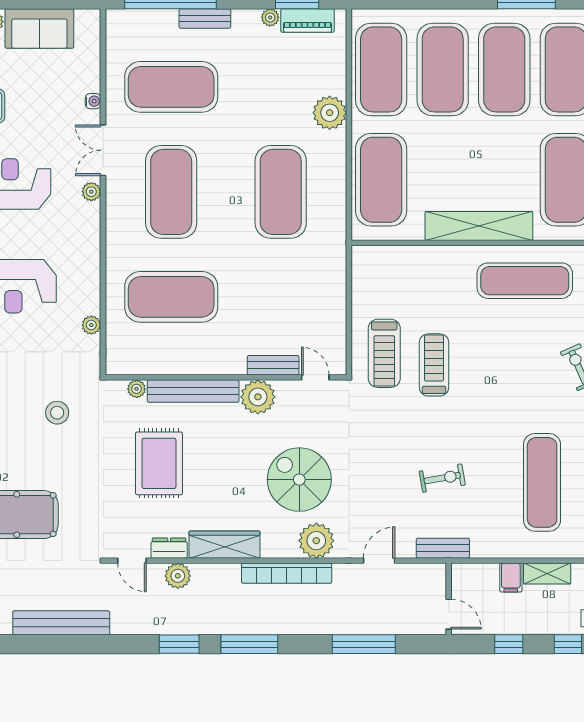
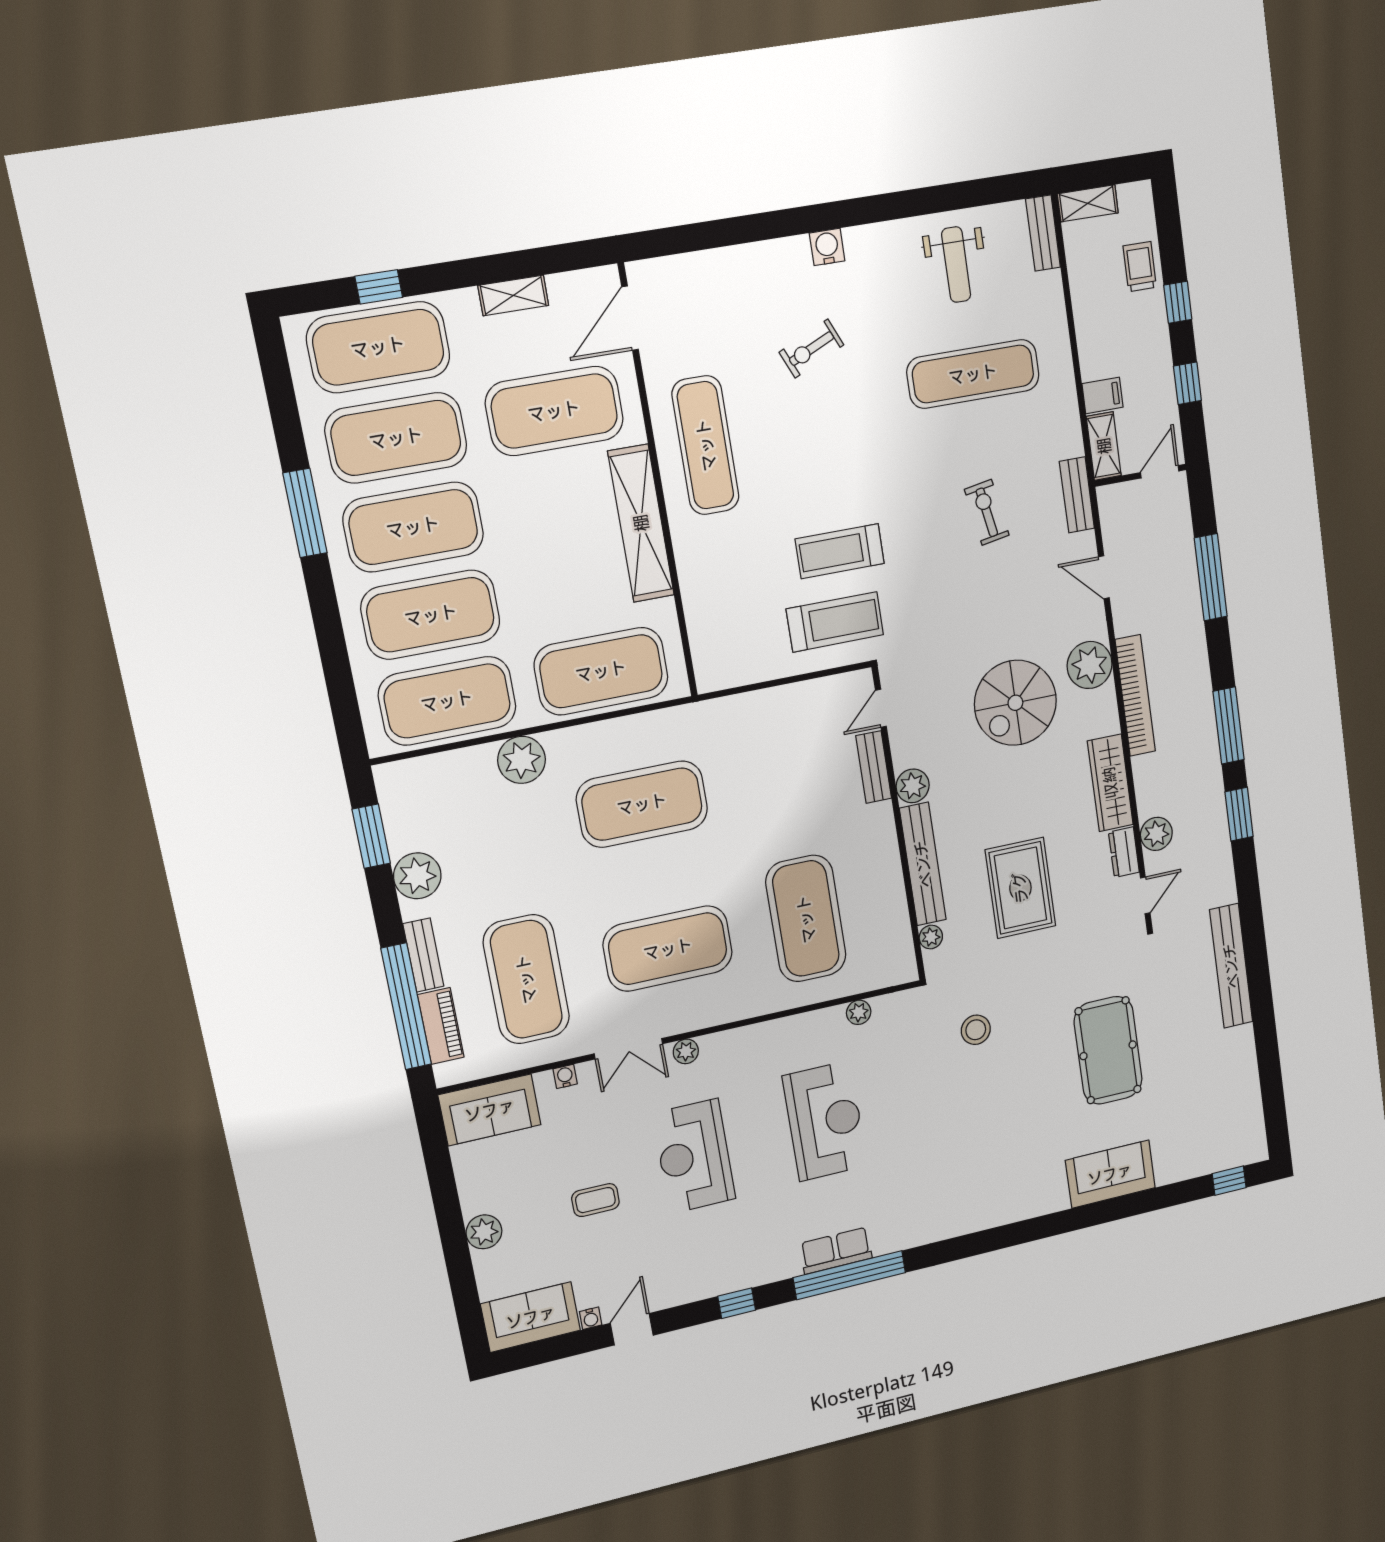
plant: (270, 17) -> (417, 876), width x1.87, depth x1.87
piano: (307, 21) -> (441, 1026), moved
sofa: (39, 28) -> (490, 1110), moved, turned 90
plant: (258, 397) -> (913, 786), width x0.73, depth x0.73
rug: (159, 463) -> (1020, 888), turned 90
shelving: (547, 574) -> (1104, 446), moved

